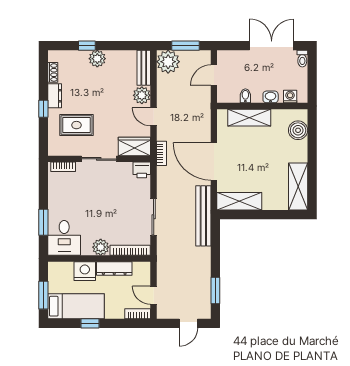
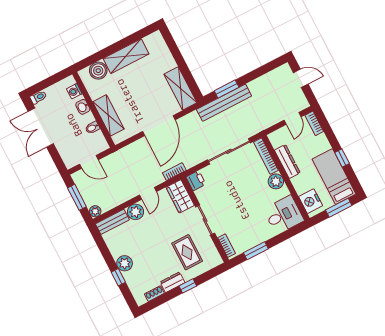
plant: (168, 62) -> (95, 211), width x0.53, depth x0.53
shelving: (298, 187) -> (126, 56), moved
bench: (203, 216) -> (224, 103), moved
sliding door: (154, 217) -> (229, 151), width x1.37
window: (43, 222) -> (256, 251), moved
nightstand: (85, 271) -> (311, 201), moved
window: (215, 291) -> (227, 89), moved

